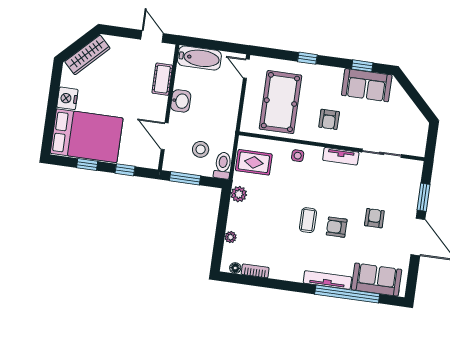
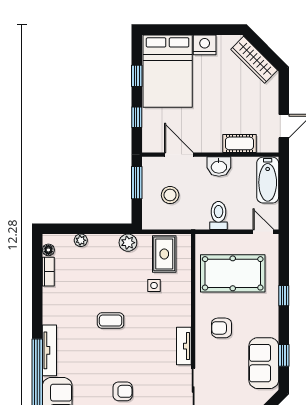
door: (246, 69) -> (263, 232), hinge flipped
door: (165, 136) -> (179, 155), hinge flipped
side table: (298, 156) -> (154, 285), moved
toilet: (223, 165) -> (218, 216), moved, turned -90
armchair: (337, 227) -> (107, 352), removed

